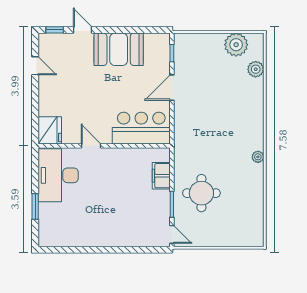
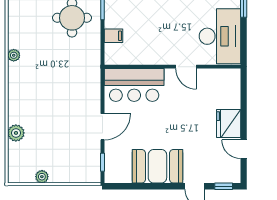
plant: (236, 45) -> (42, 177), width x0.53, depth x0.53
plant: (256, 69) -> (16, 133), moved
fridge: (50, 130) -> (229, 124), moved
filing cabinet: (161, 176) -> (114, 36), width x0.50

